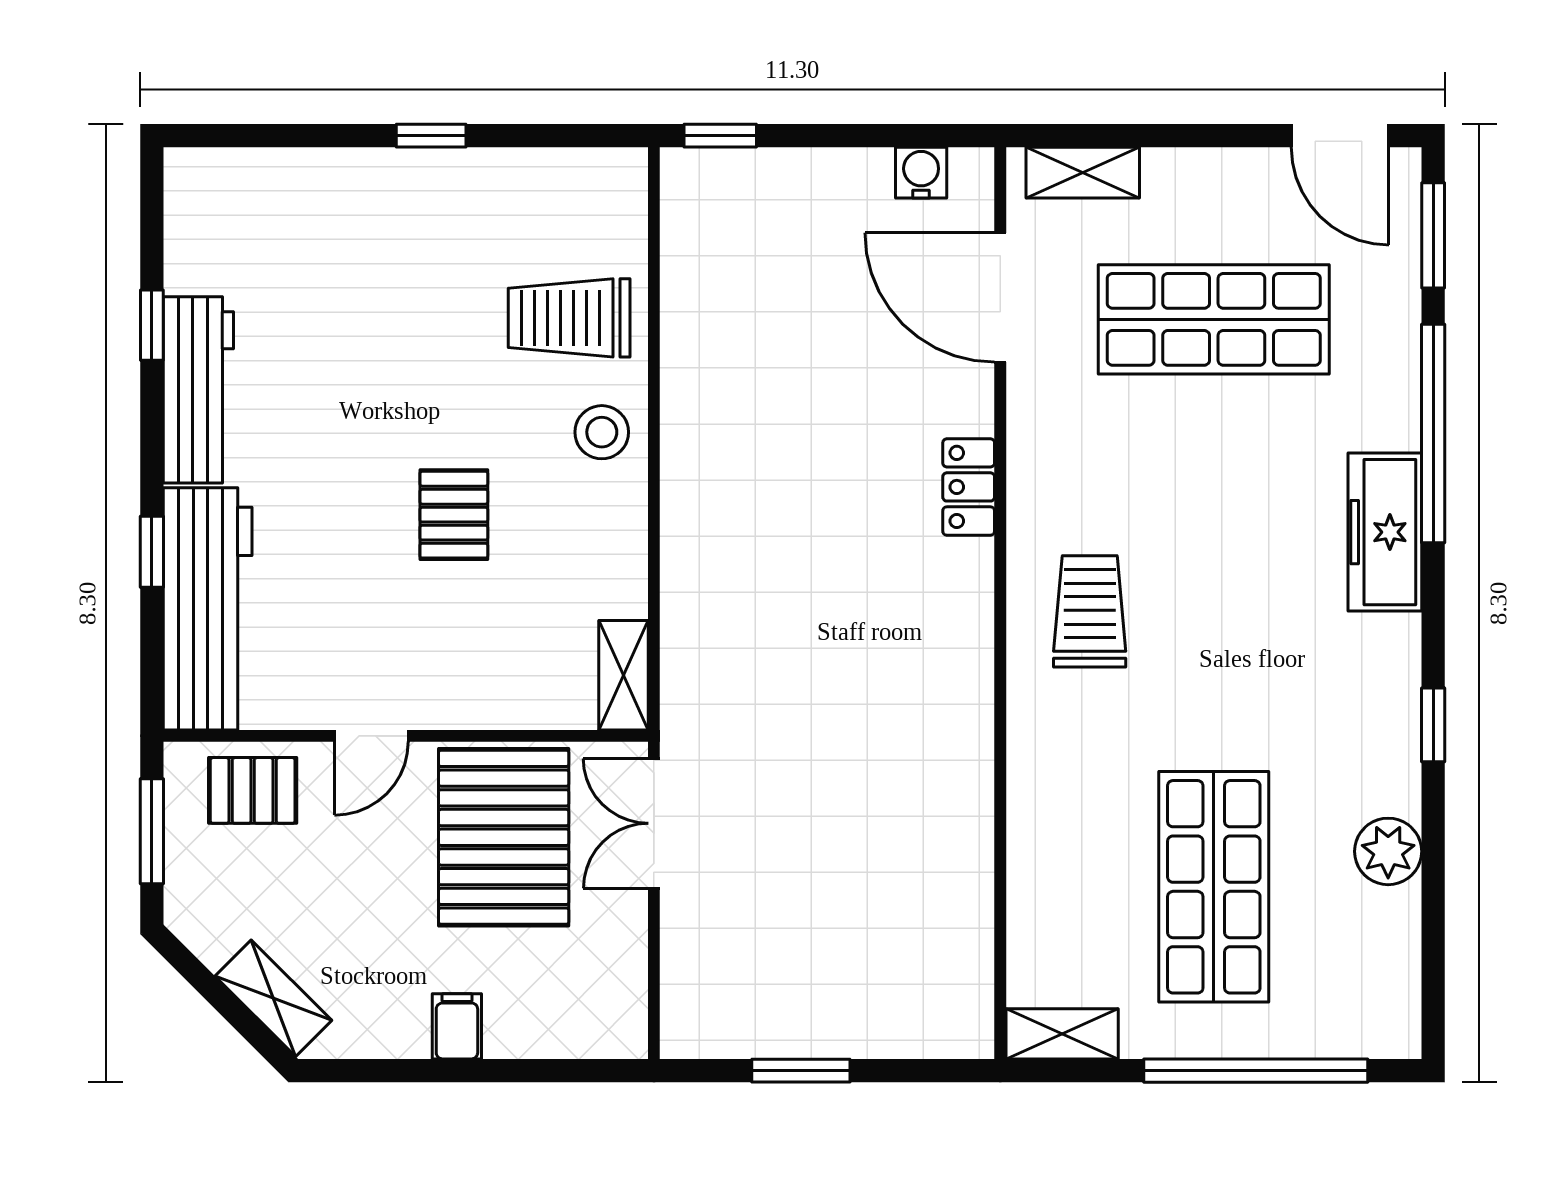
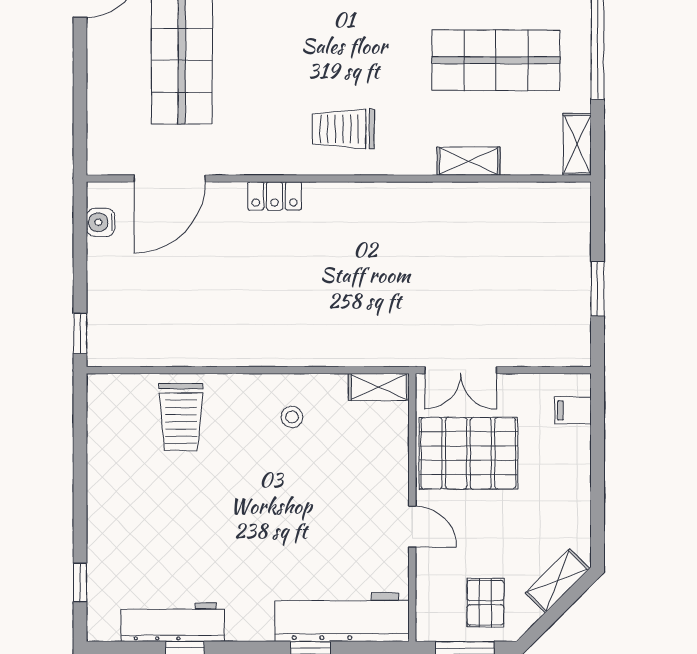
window: (431, 136) -> (80, 582), moved
shelving: (1083, 173) -> (469, 161), moved, turned 90
workbench: (198, 390) -> (173, 622), moved
stool: (602, 432) -> (292, 417), moved, width x0.73, depth x0.73
pallet: (454, 515) -> (290, 481), removed
pallet: (253, 790) -> (485, 603), moved
filing cabinet: (457, 1026) -> (573, 410), moved

